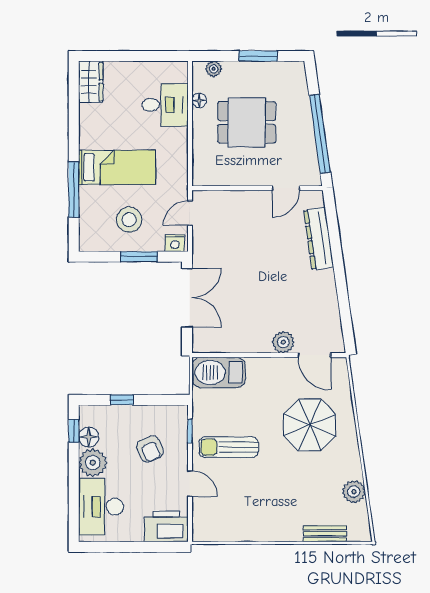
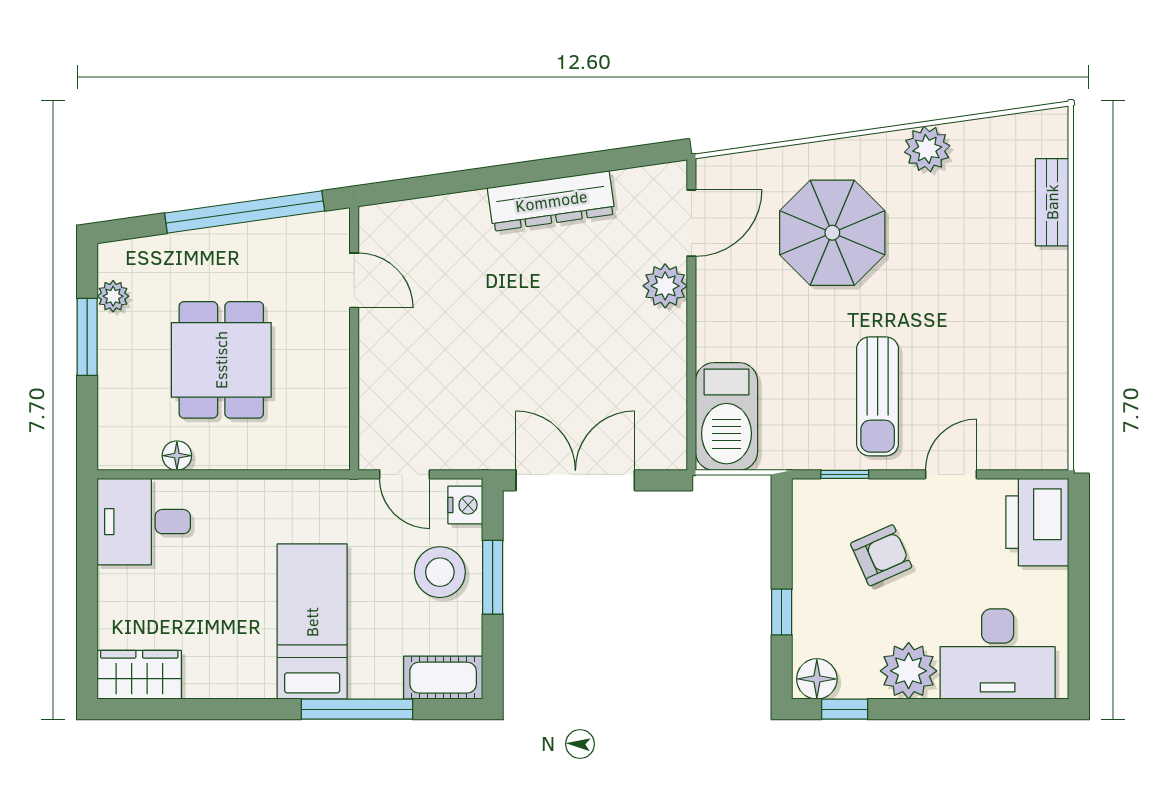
plant: (214, 69) -> (113, 296), moved
desk: (165, 105) -> (144, 522), moved, turned -90
stool: (129, 220) -> (440, 572), moved
cot: (89, 232) -> (443, 678), added
dresser: (319, 239) -> (551, 201), moved
floor lamp: (89, 437) -> (817, 679), moved
plant: (354, 492) -> (927, 149), moved

